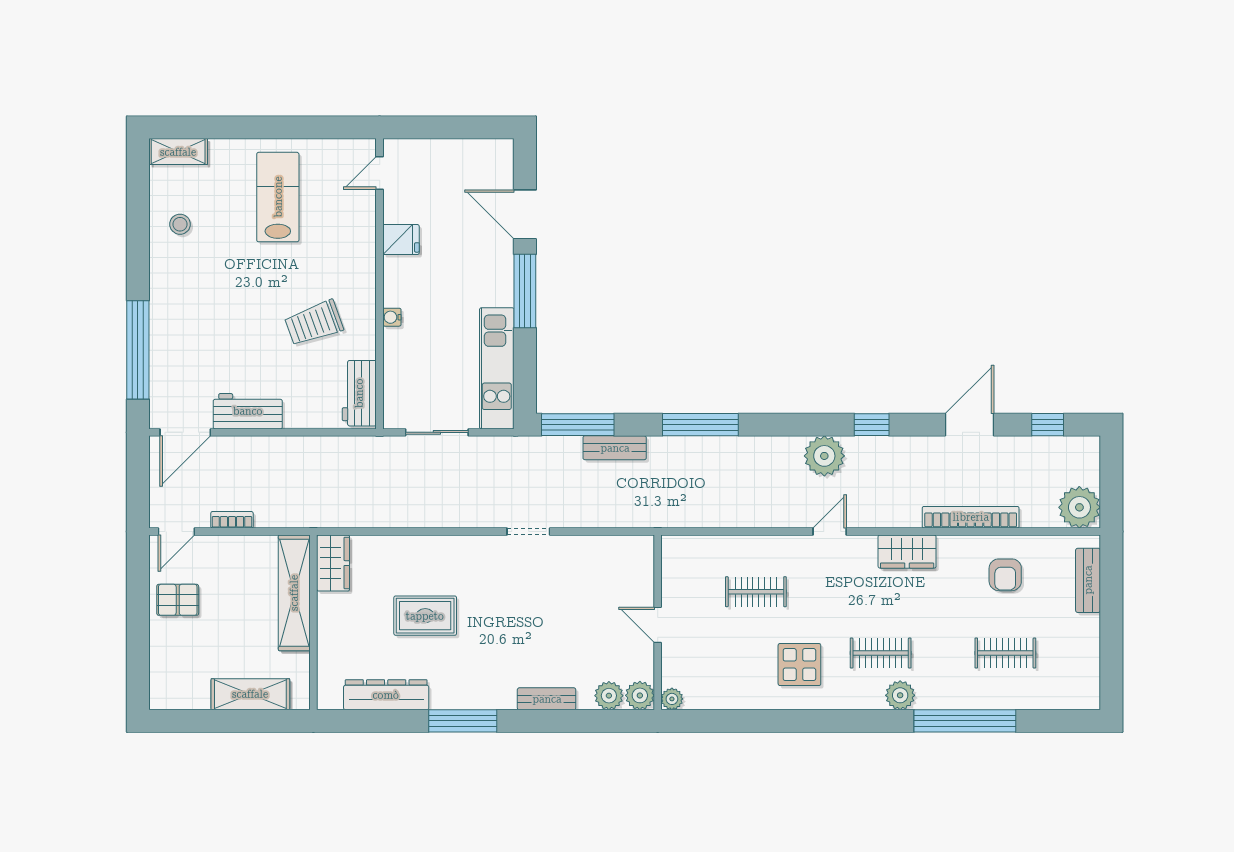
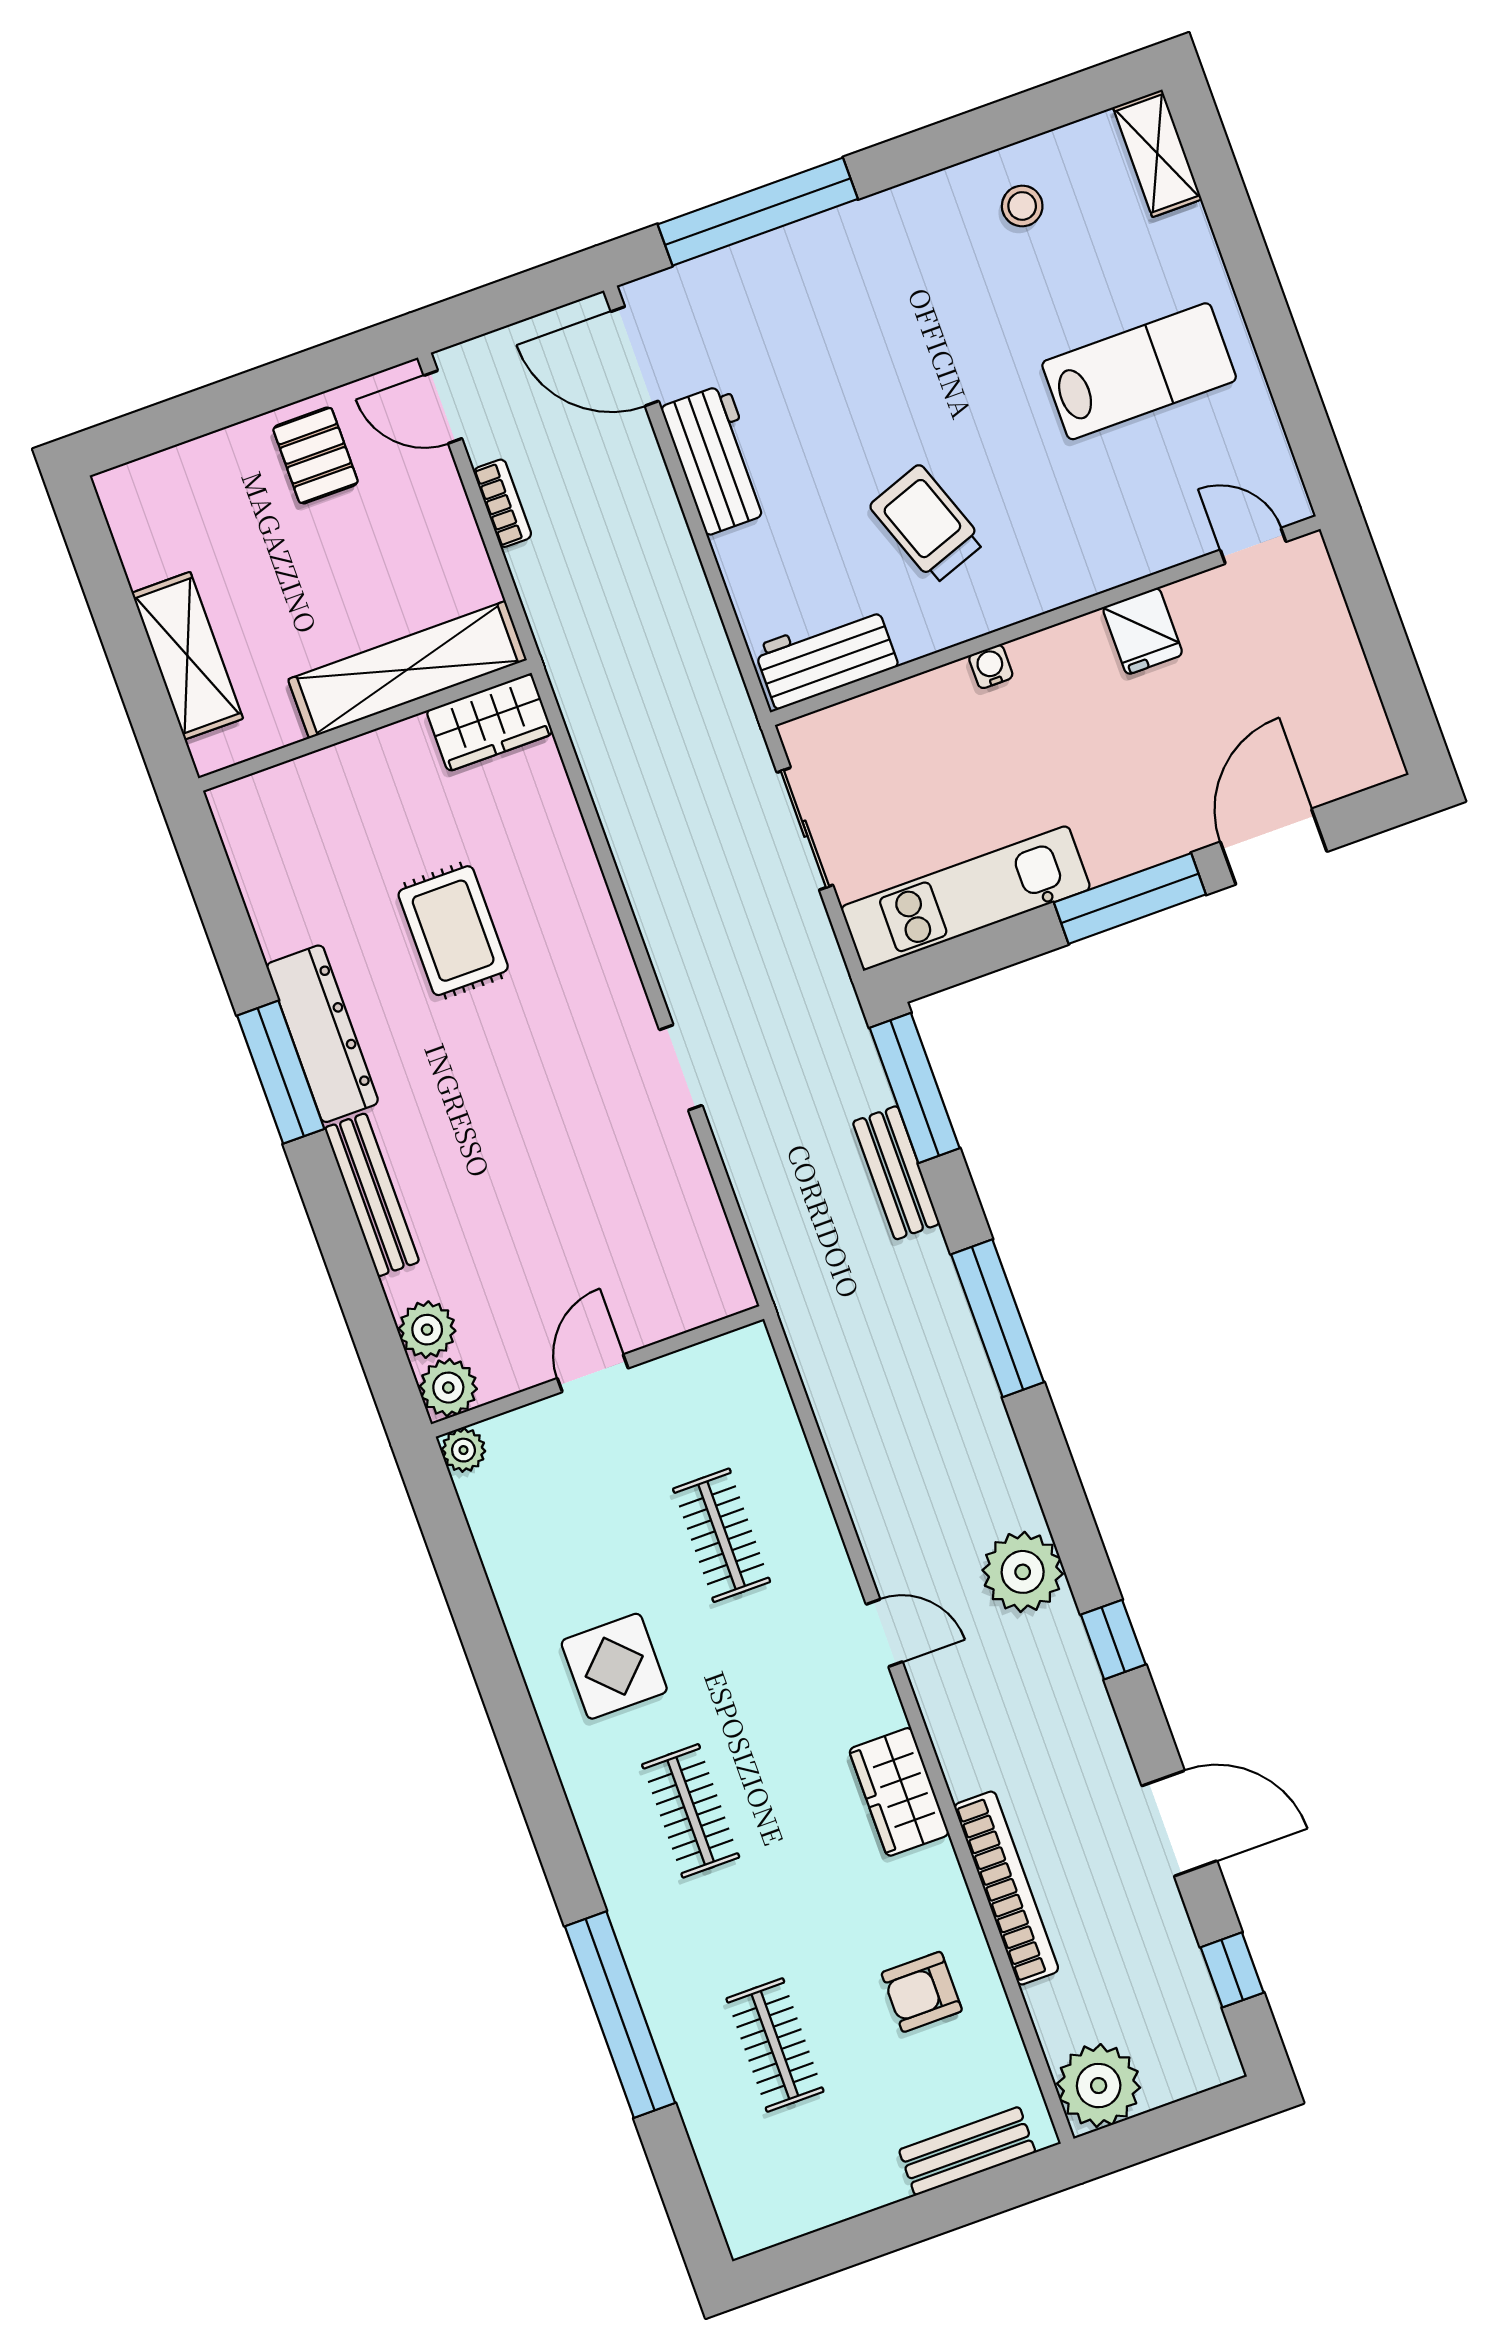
dresser: (386, 695) -> (322, 1034), moved
plant: (900, 695) -> (625, 1876), removed
bench: (547, 699) -> (372, 1195), width x1.36

